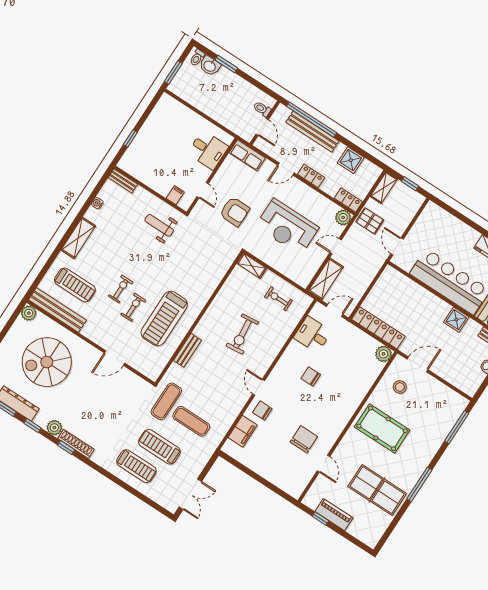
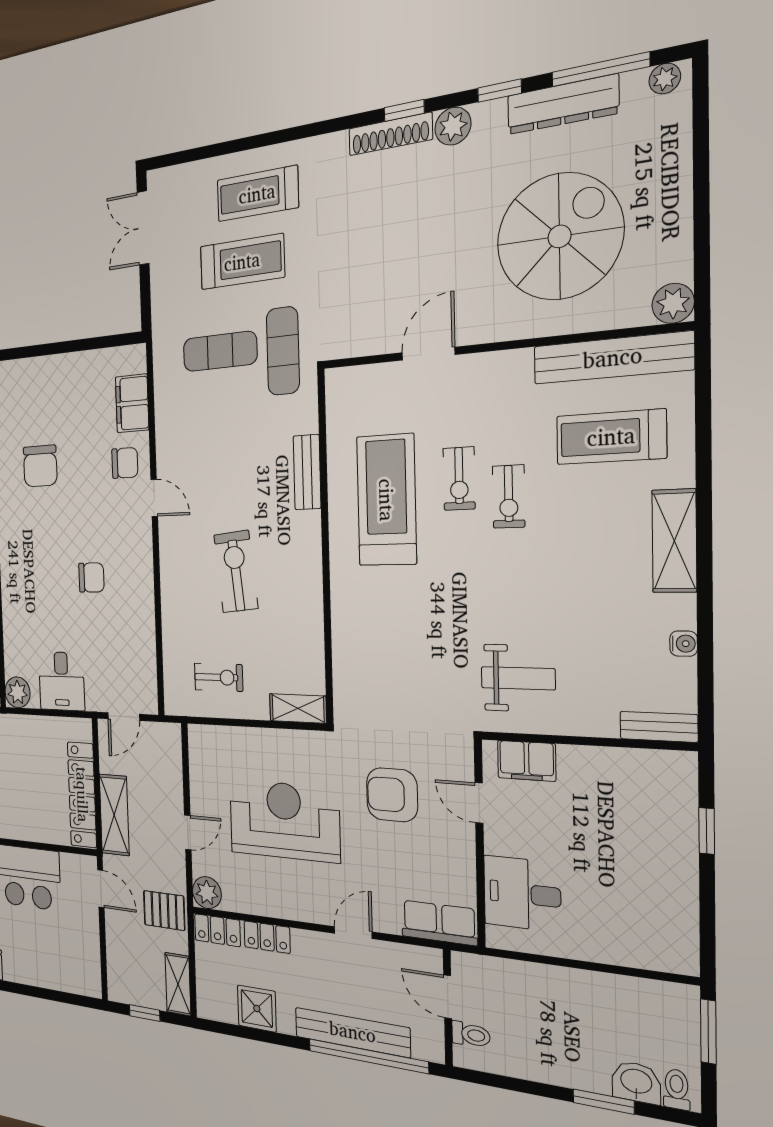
locker: (311, 176) -> (267, 937), moved
filing cabinet: (175, 195) -> (527, 761), width x2.00
shelving: (326, 279) -> (114, 815), moved
locker: (378, 328) -> (82, 795), moved, turned 90
desk: (312, 335) -> (61, 681), moved, turned 90

